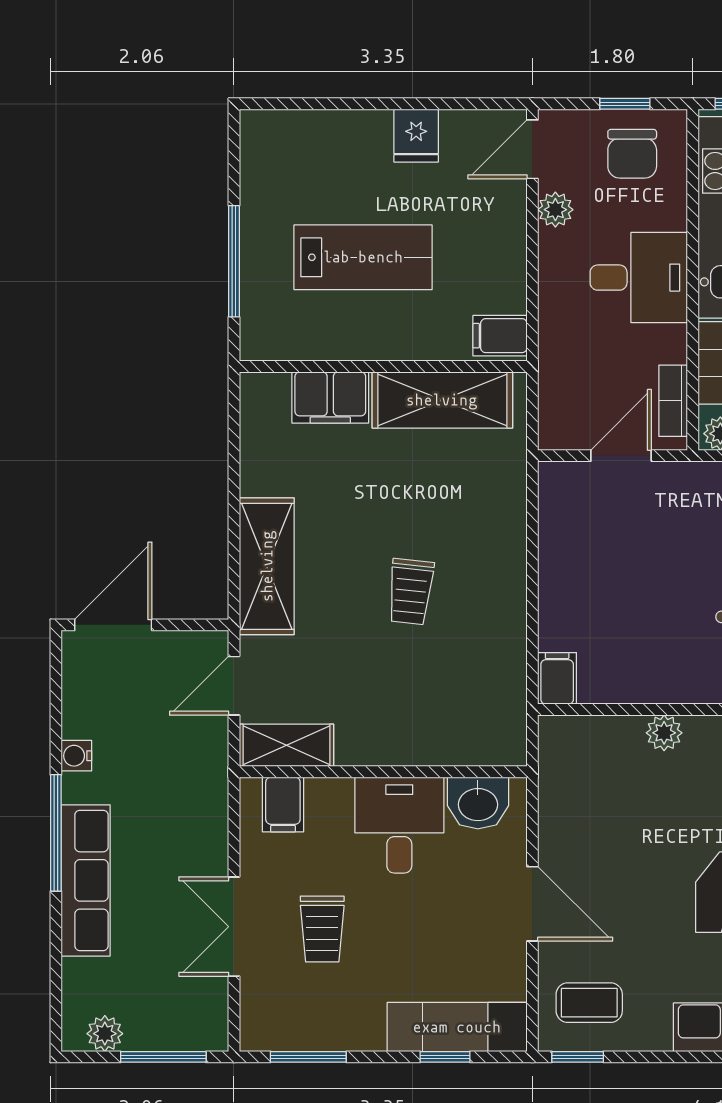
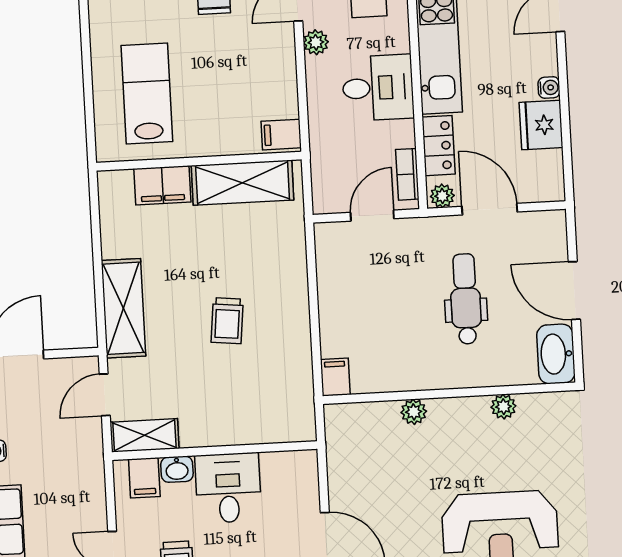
lab bench: (363, 257) -> (147, 94), moved, turned -90
window: (234, 261) -> (88, 92), removed
washbasin: (478, 803) -> (177, 469), moved, width x0.72, depth x0.69

